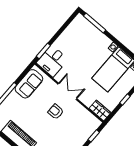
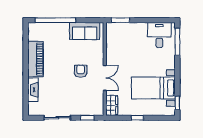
desk: (52, 61) -> (159, 35), moved, turned 90
double door: (67, 91) -> (105, 78), moved

